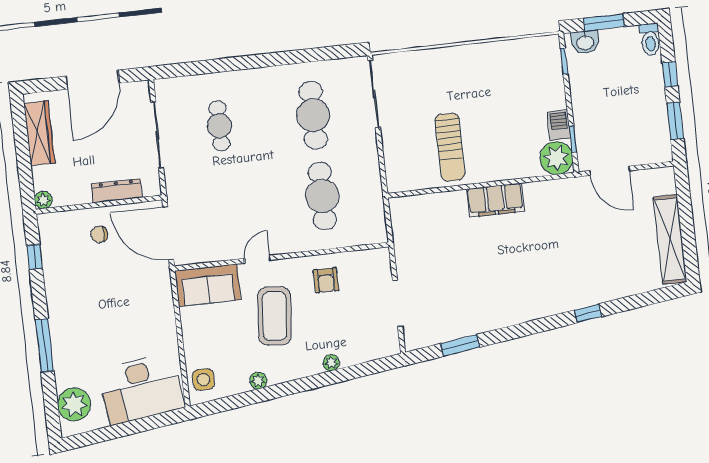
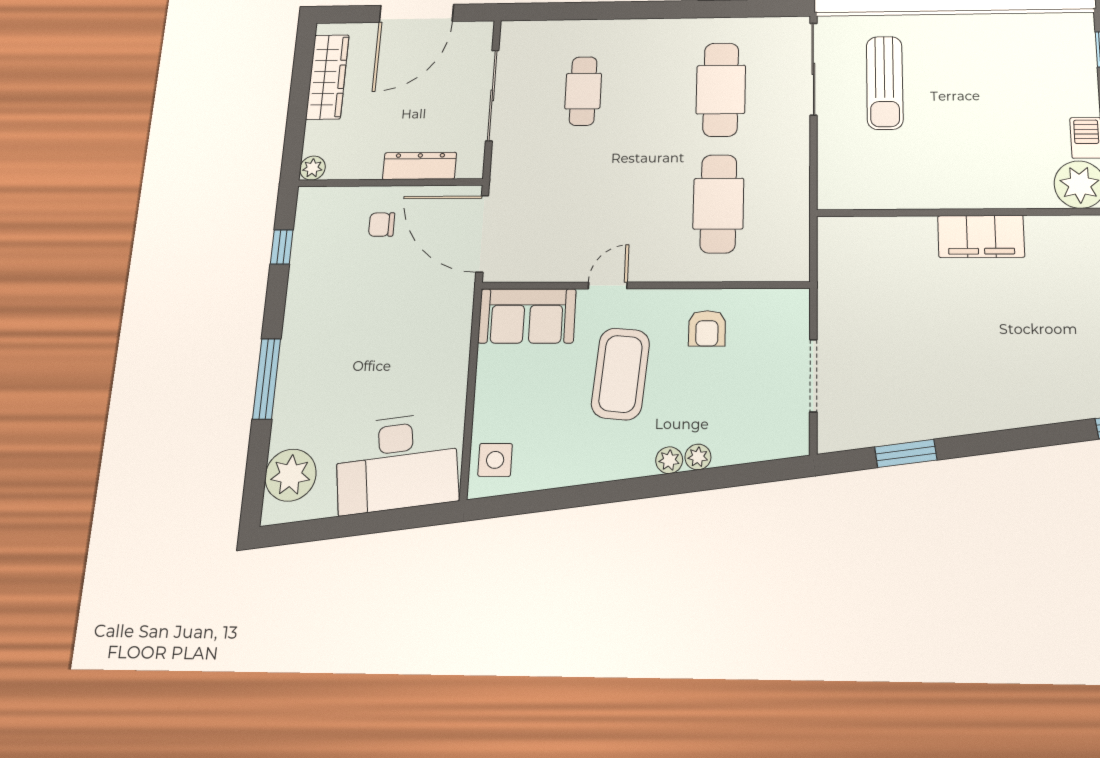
sun lounger: (450, 147) -> (885, 83), moved
plant: (258, 381) -> (669, 460), moved

